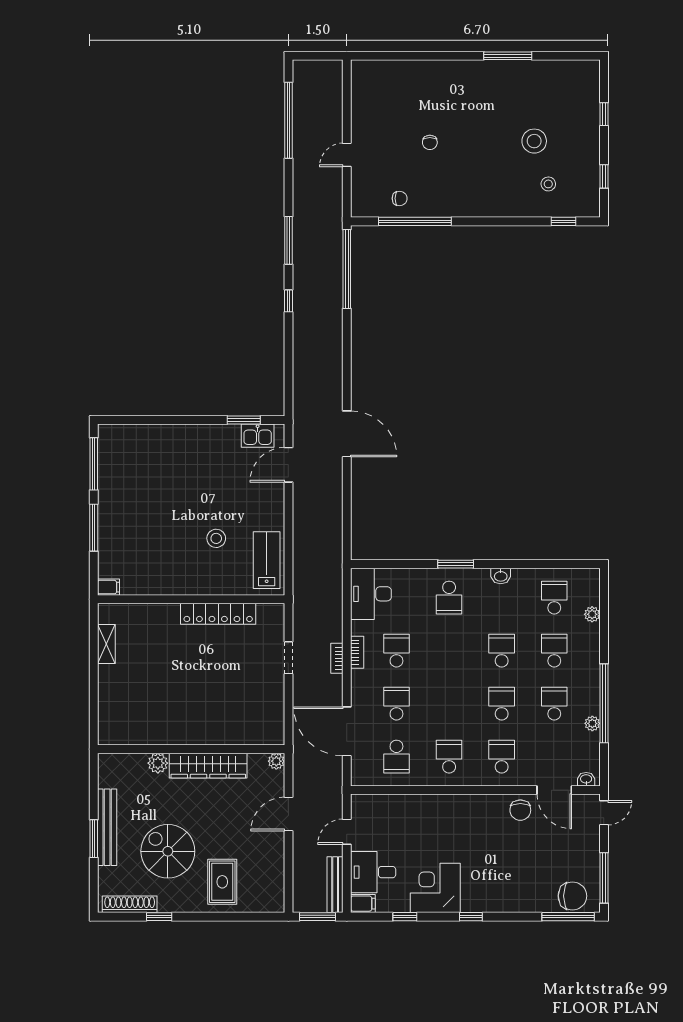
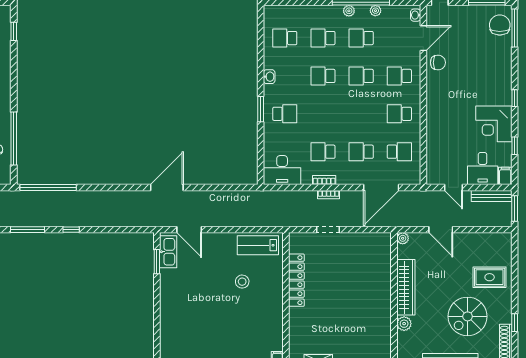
kitchen sink: (258, 436) -> (168, 252), width x1.38
plant: (592, 614) -> (349, 11), moved

